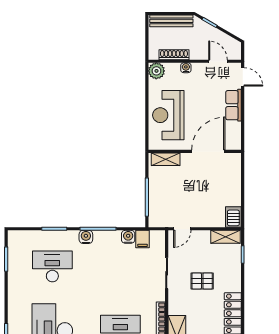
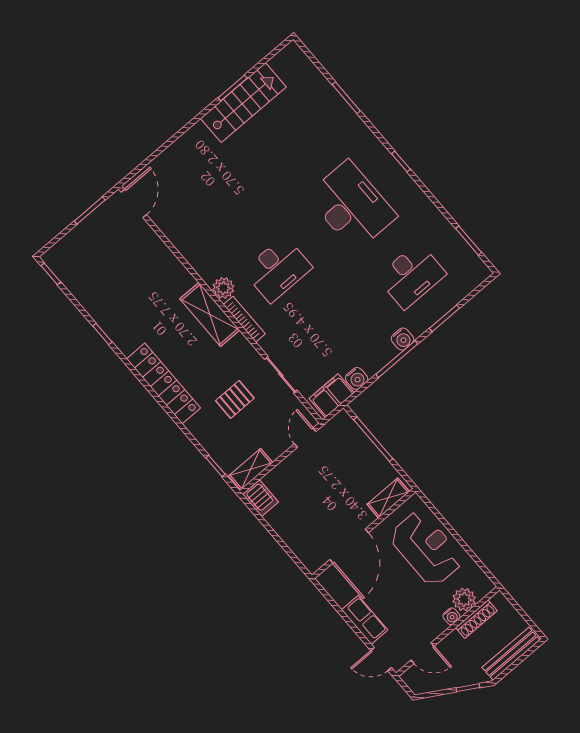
plant: (156, 71) -> (464, 599), moved
filing cabinet: (143, 239) -> (332, 396), width x2.00

